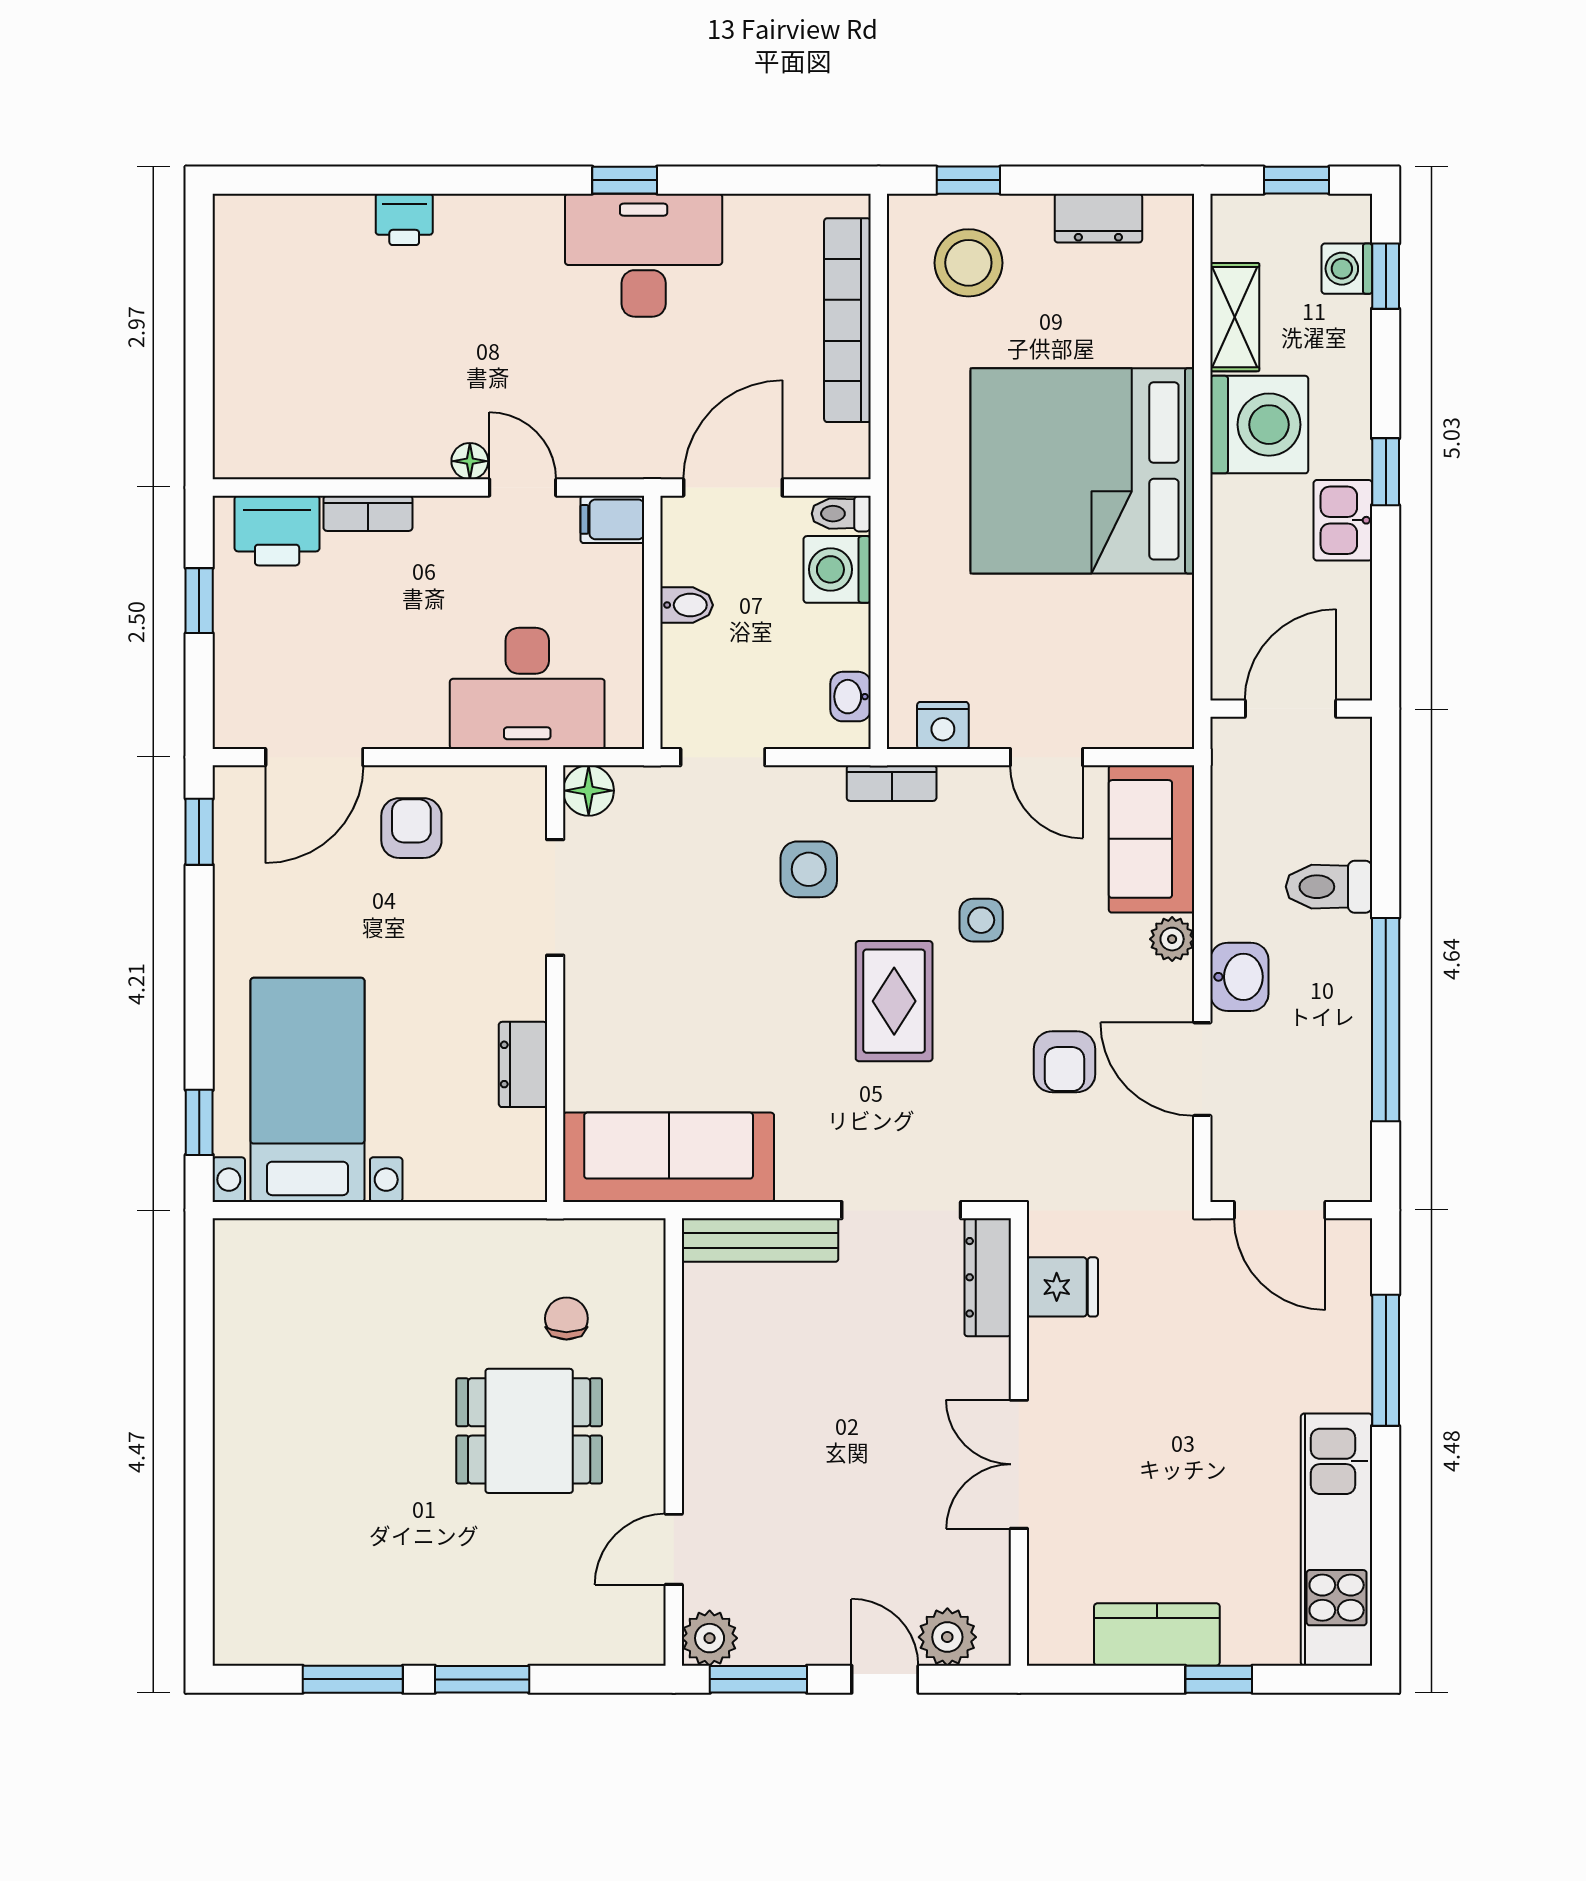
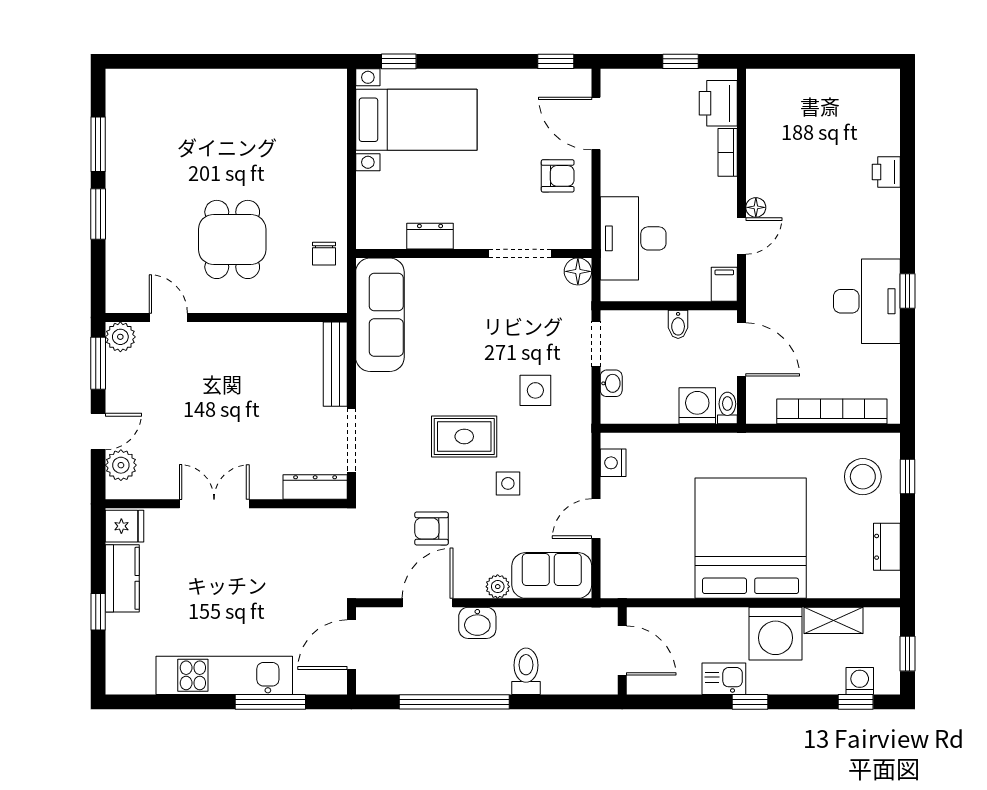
washbasin: (850, 697) -> (611, 383), moved, turned 90
bookcase: (892, 783) -> (582, 435), removed
fridge: (1062, 1287) -> (125, 526), moved, turned -90
chair: (566, 1319) -> (324, 254), moved, turned 90
kitchen unit: (1337, 1540) -> (224, 675), moved

